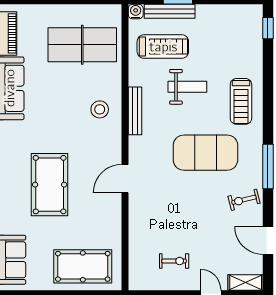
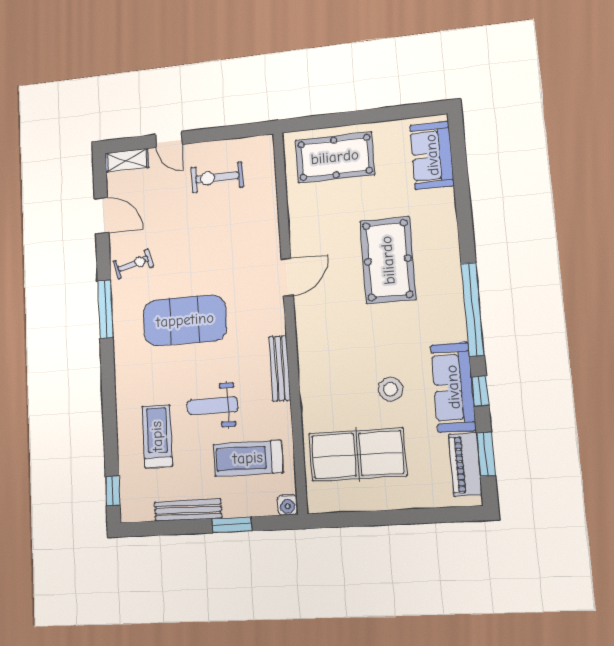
bench: (170, 11) -> (188, 510), moved
treadmill: (241, 101) -> (157, 436), moved
stool: (100, 109) -> (391, 389), moved
exercise bike: (174, 261) -> (217, 177), width x1.38, depth x1.39

